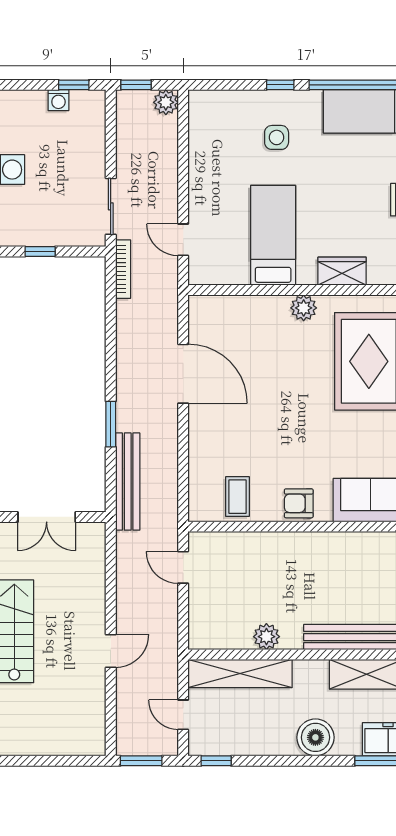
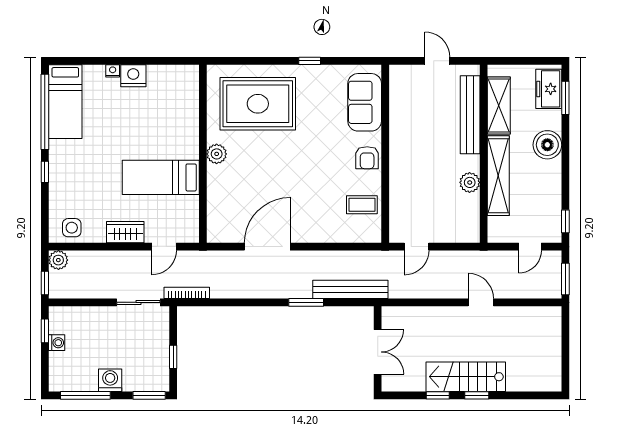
side table: (277, 137) -> (72, 228), moved
wardrobe: (342, 271) -> (125, 232), moved, turned 90
shelving: (240, 674) -> (498, 176), moved

